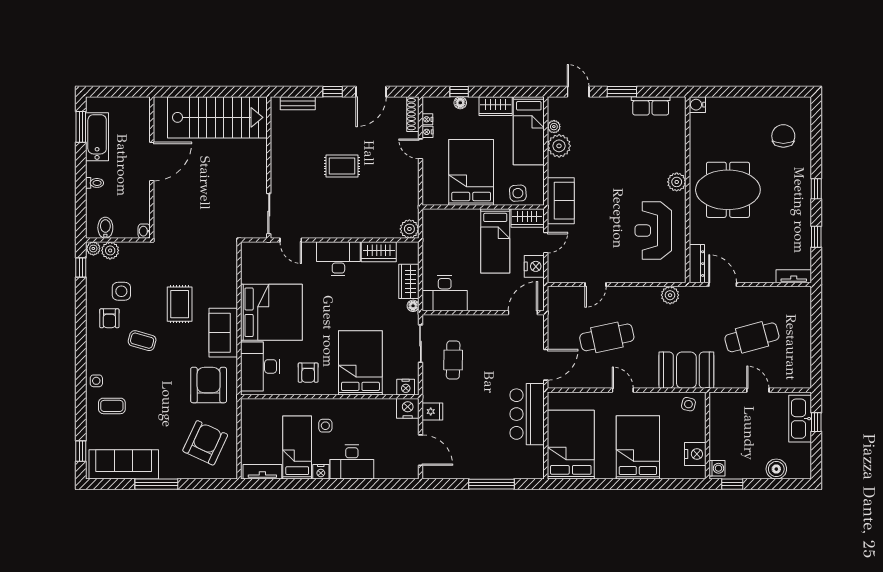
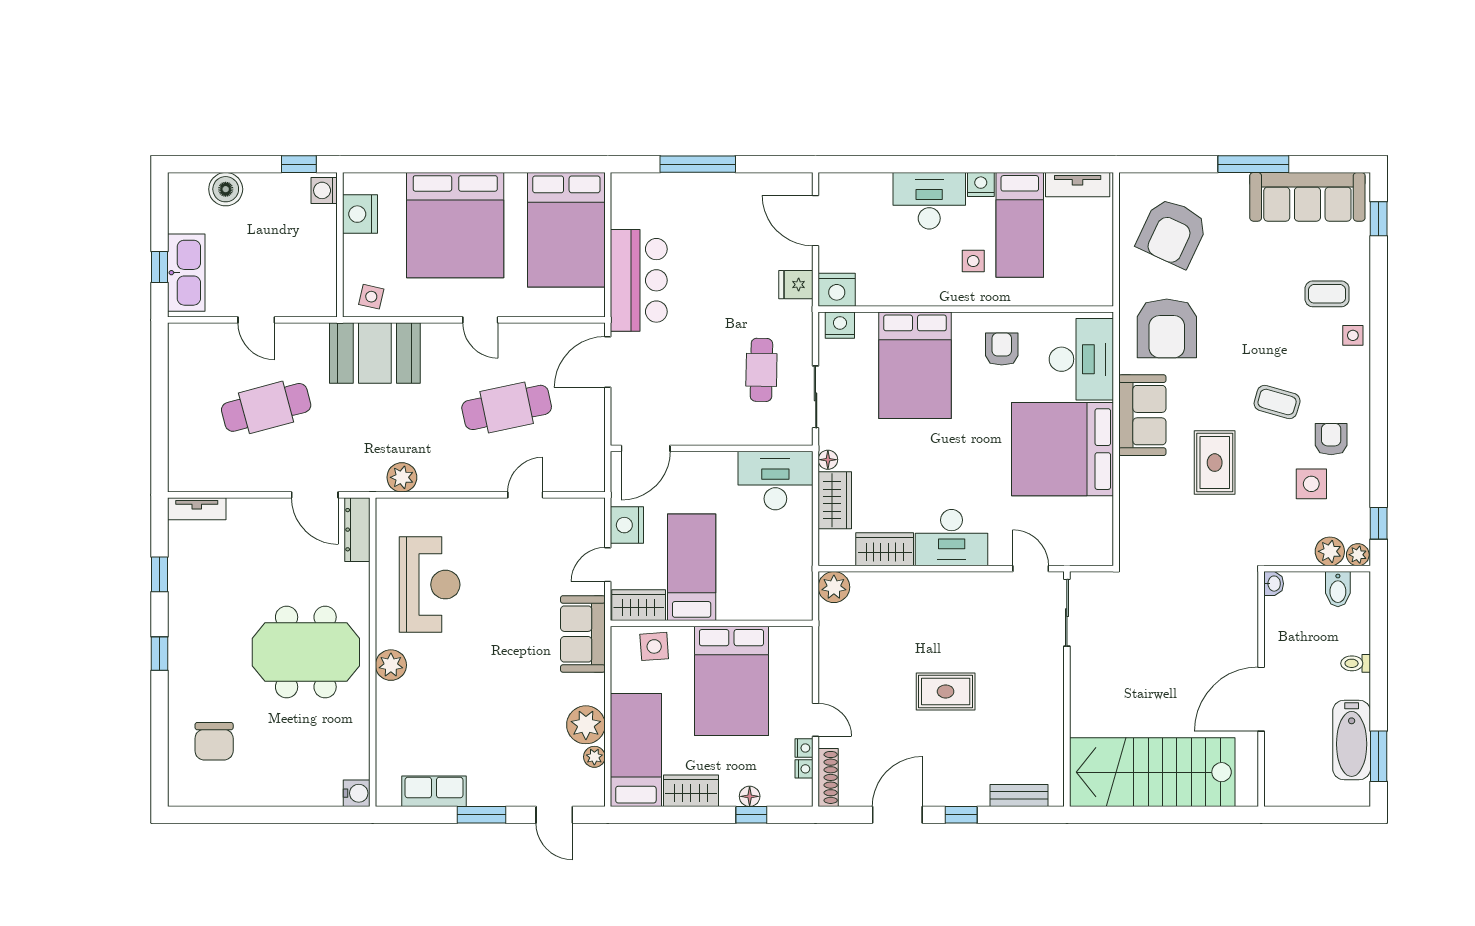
bed: (638, 447) -> (455, 225), width x1.36

